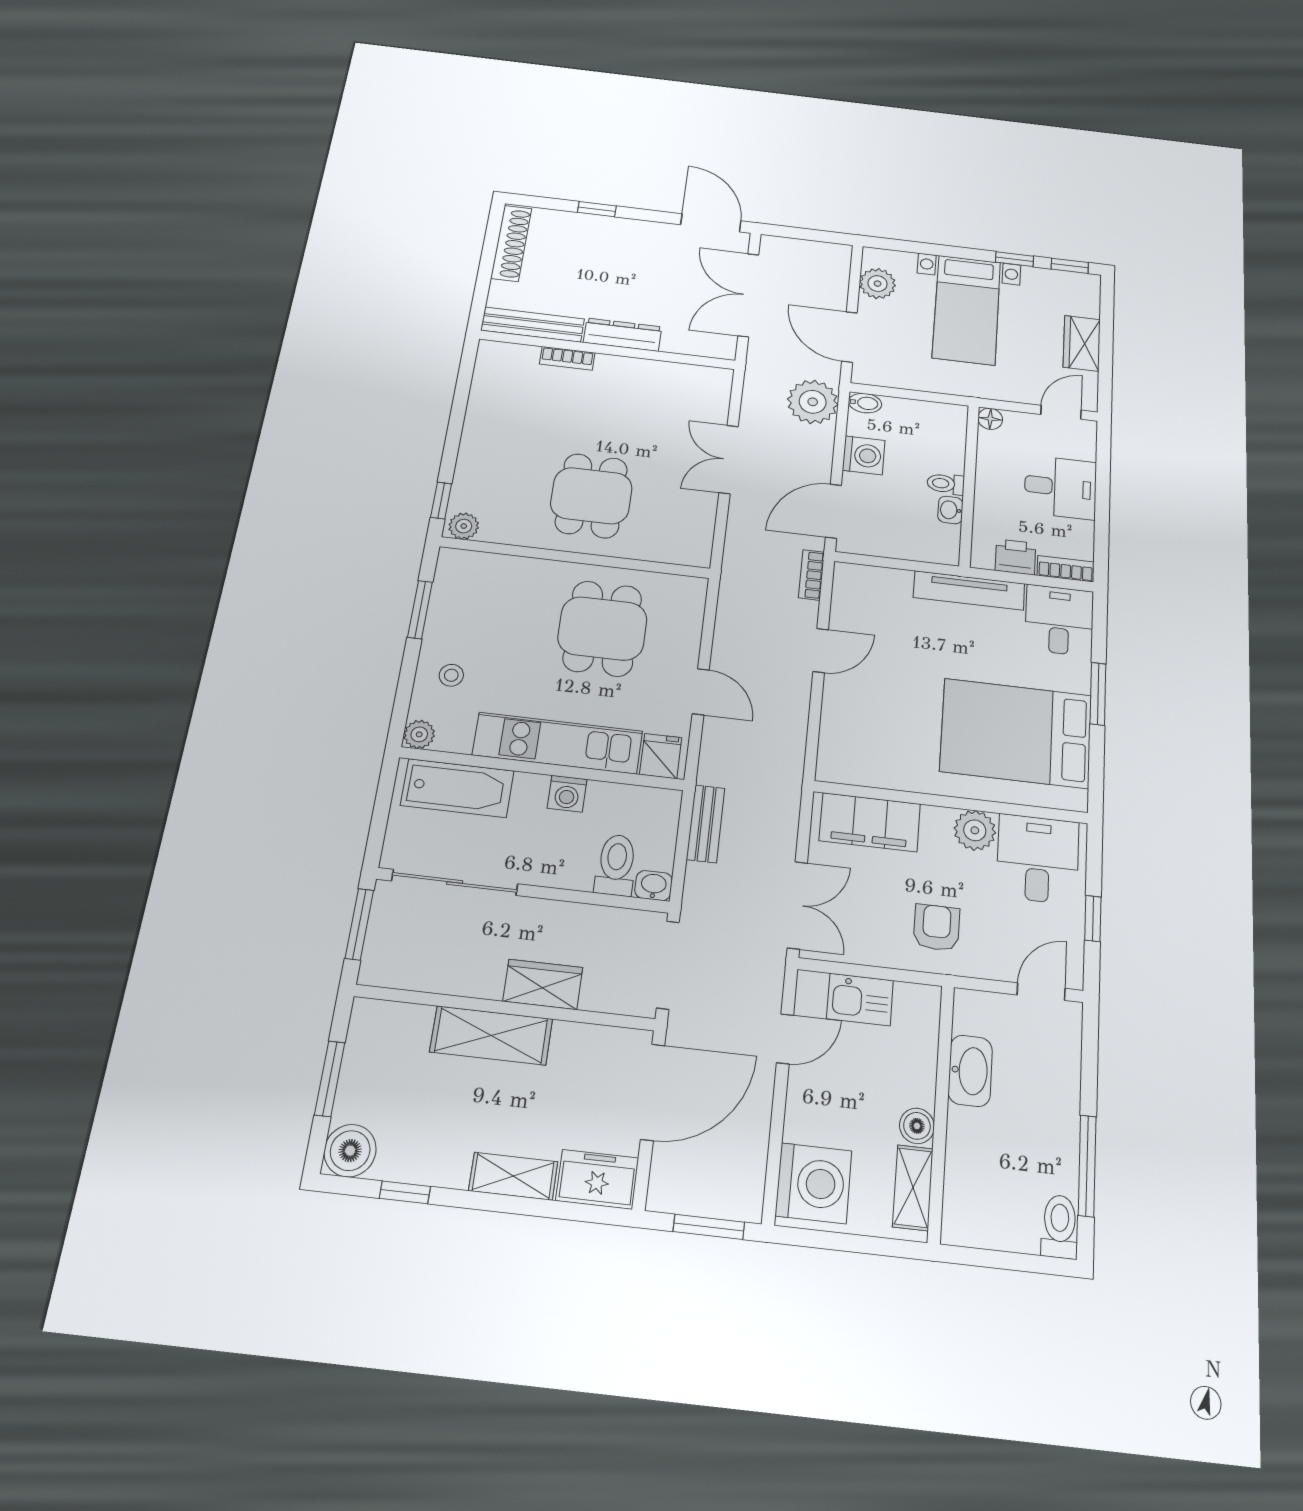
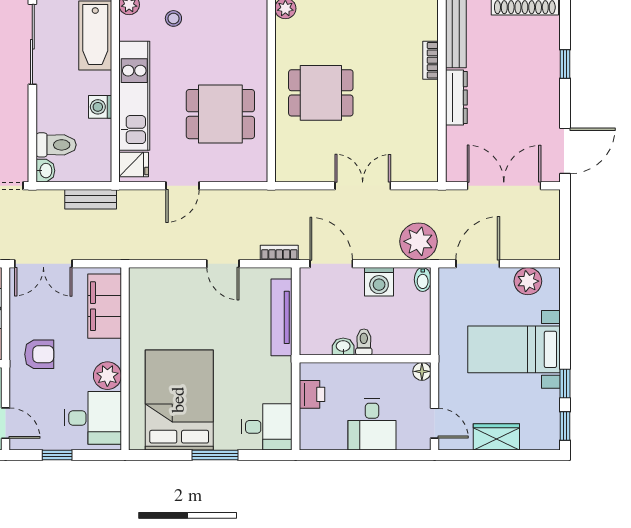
bookcase: (1066, 569) -> (307, 430), removed
tv unit: (969, 590) -> (282, 317), moved

